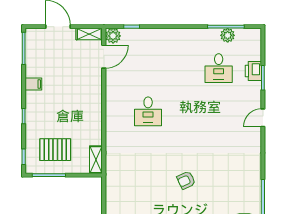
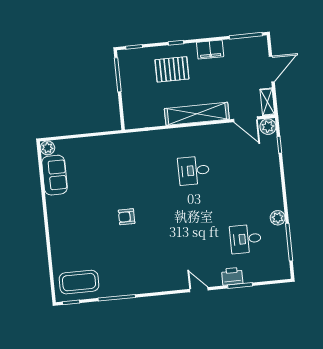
plant: (228, 35) -> (278, 218), moved
printer: (253, 71) -> (232, 276), moved
filing cabinet: (33, 84) -> (210, 50), width x2.00
pallet: (55, 150) -> (172, 69), moved, turned 90
shelving: (96, 160) -> (197, 114), moved, width x2.20, depth x1.33
armchair: (186, 180) -> (127, 217), turned -65

